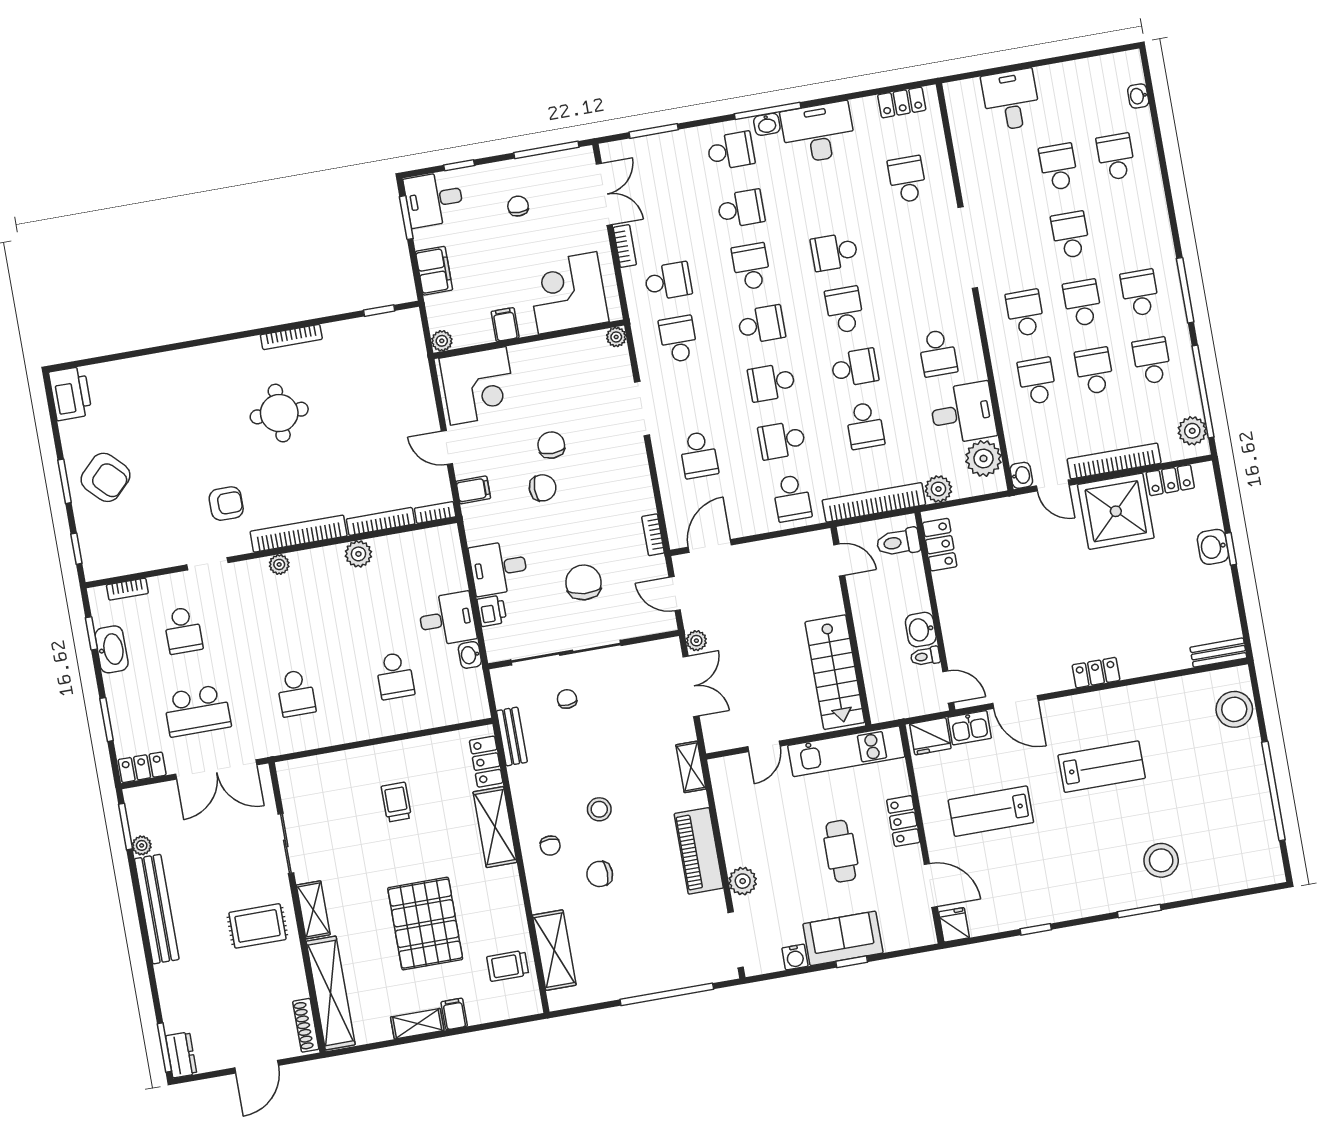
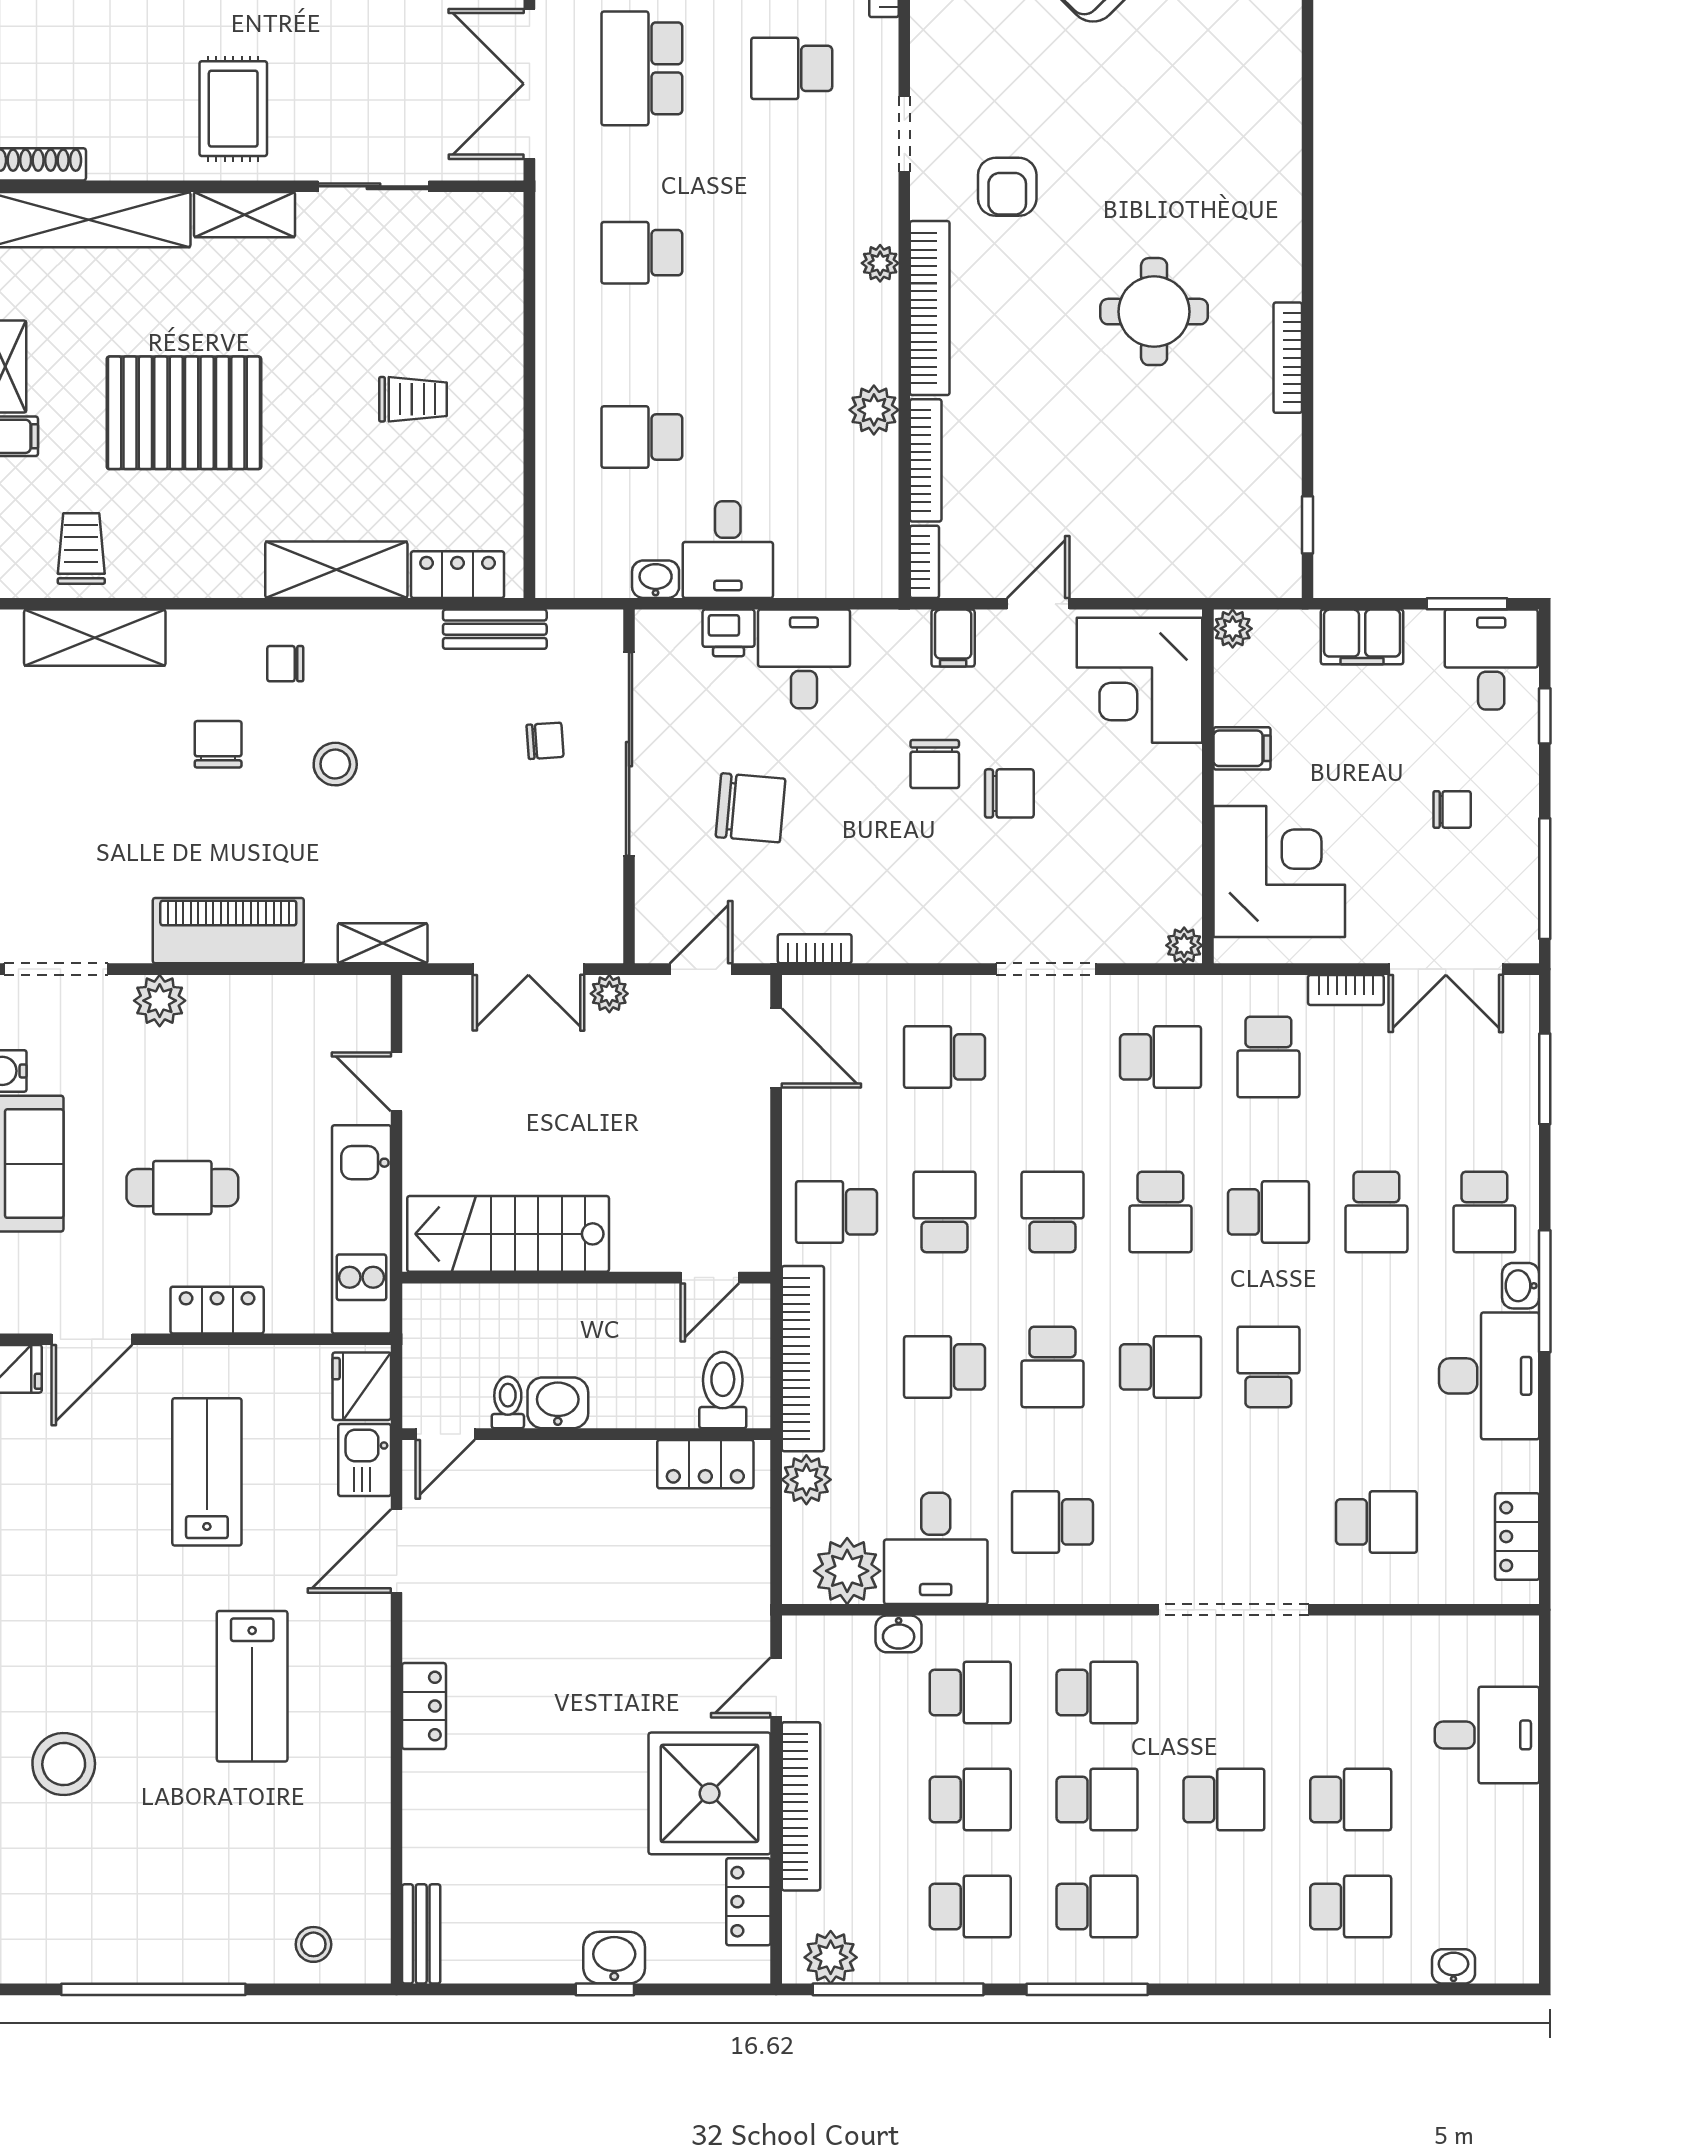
washbasin: (1021, 475) -> (899, 1634), moved
stool: (1234, 709) -> (313, 1944), width x0.53, depth x0.53

